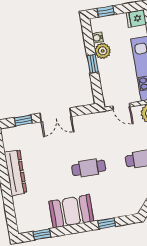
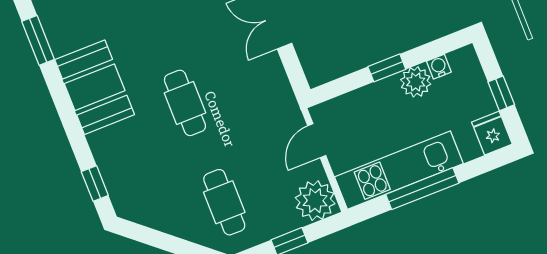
window: (106, 12) -> (501, 93), moved
window: (107, 223) -> (95, 184), moved
window: (42, 234) -> (38, 40), width x1.50

